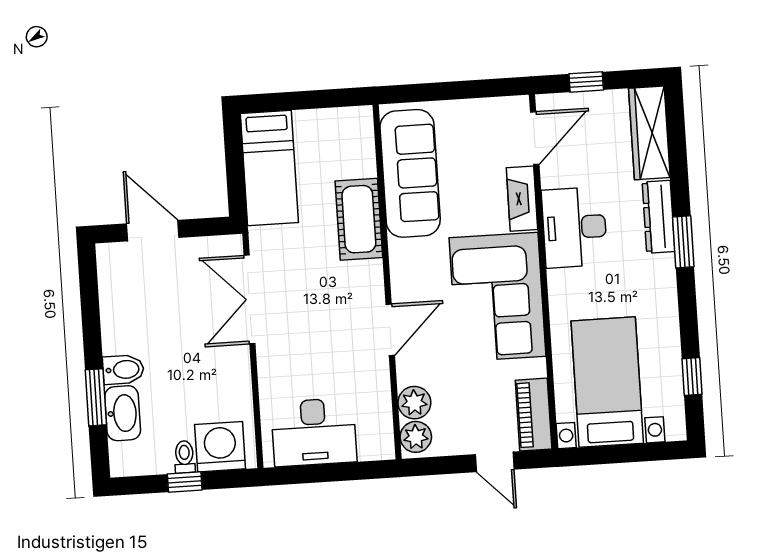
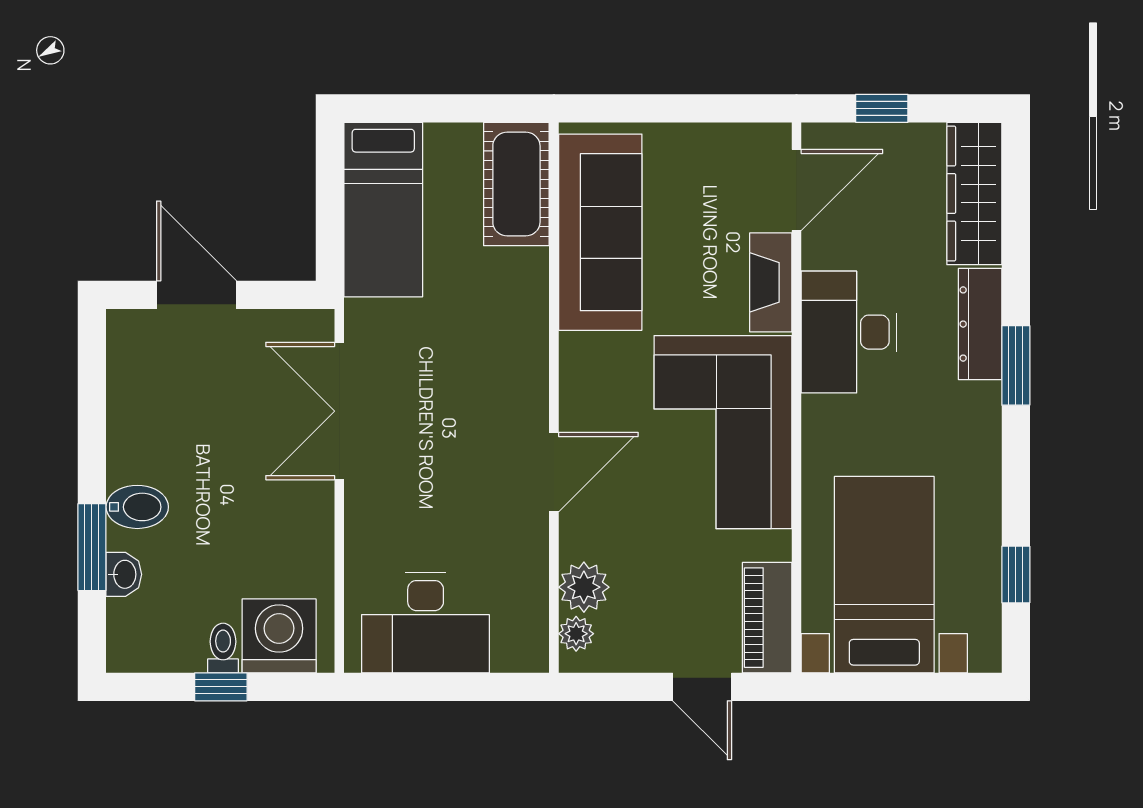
cot: (359, 219) -> (516, 184), moved
washbasin: (123, 413) -> (124, 574), width x0.52, depth x0.69
plant: (416, 437) -> (576, 634), width x0.73, depth x0.73

